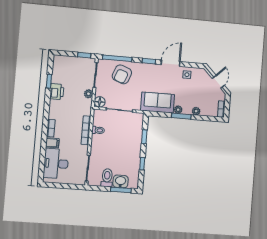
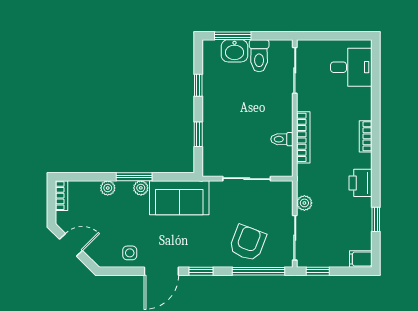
door: (218, 82) -> (71, 245), swing flipped
printer: (57, 92) -> (361, 183), moved
floor lamp: (100, 102) -> (283, 190), removed
filing cabinet: (52, 143) -> (361, 259), moved
desk: (56, 164) -> (351, 67), width x0.73

